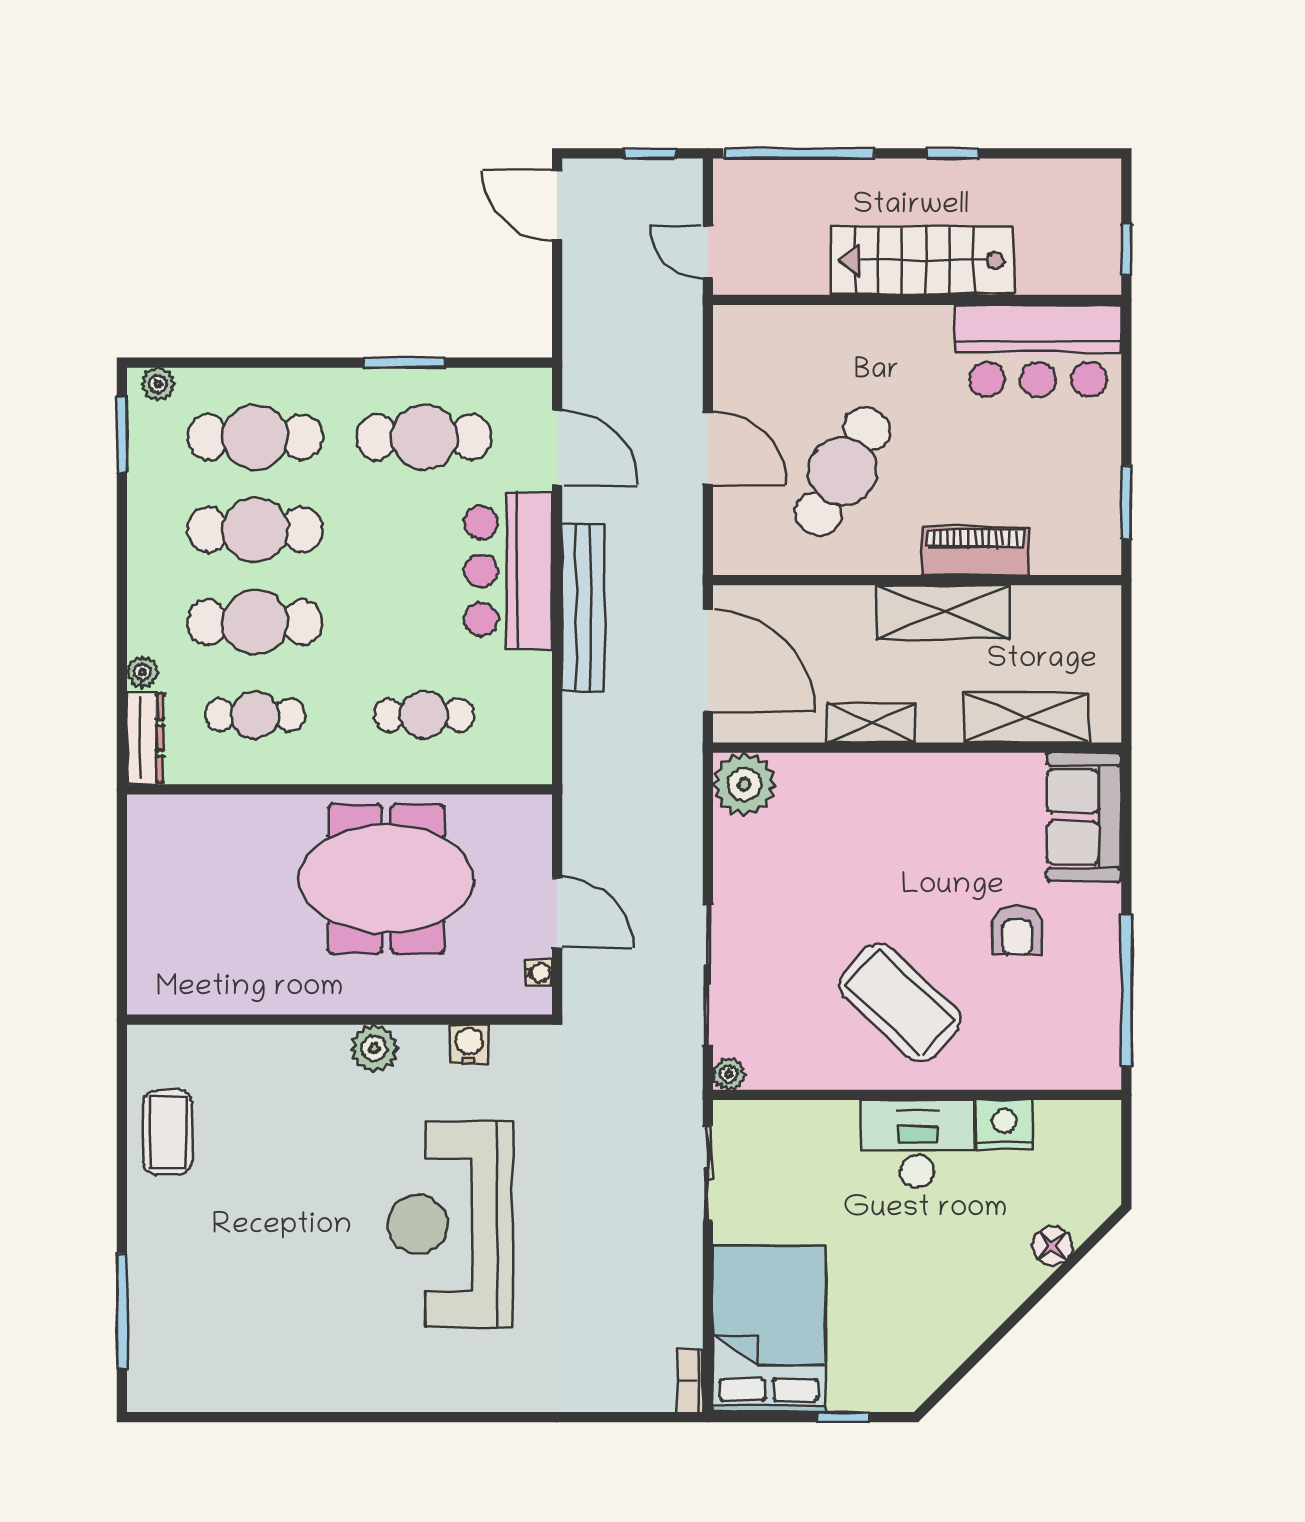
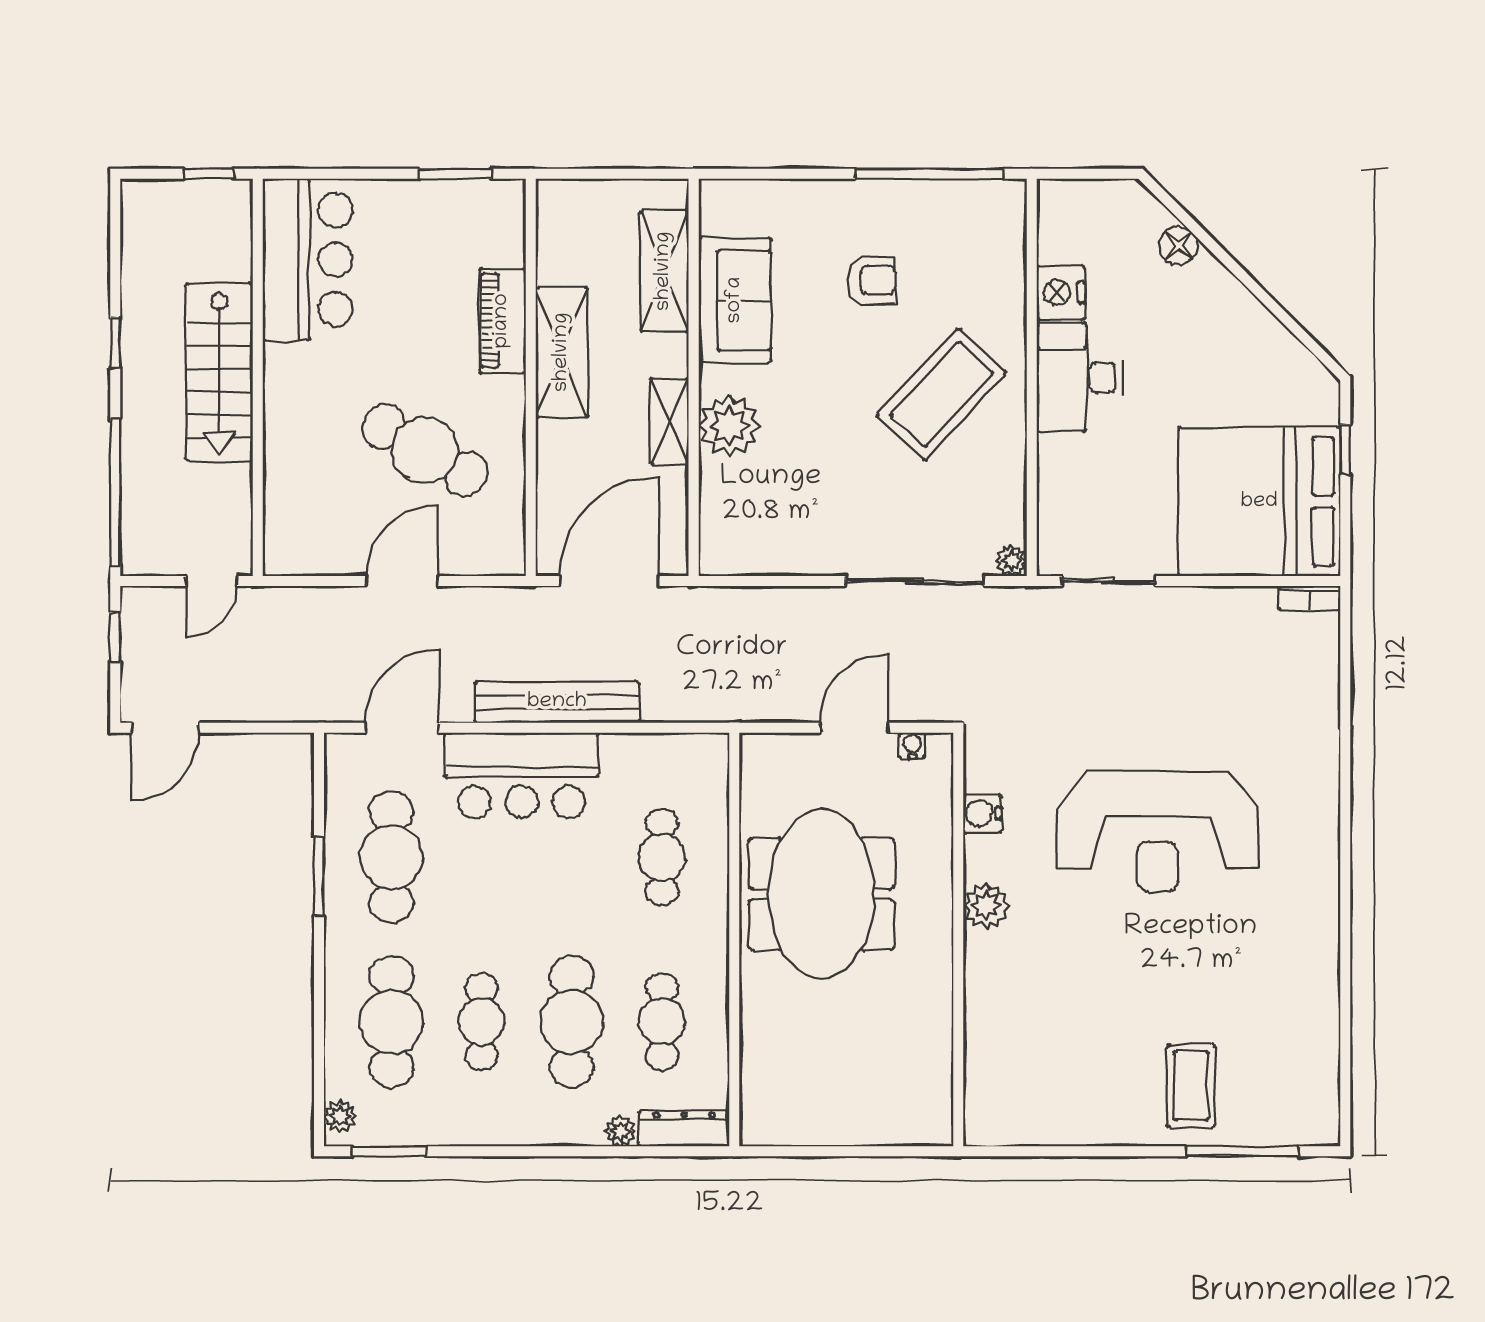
cafe table: (255, 530) -> (482, 1022), width x0.73, depth x0.74
plant: (745, 784) -> (729, 426), moved
sofa: (1084, 817) -> (735, 300), moved, turned -90
coffee table: (168, 1132) -> (1191, 1086), moved, turned 90
bed: (769, 1329) -> (1259, 502), width x1.36

